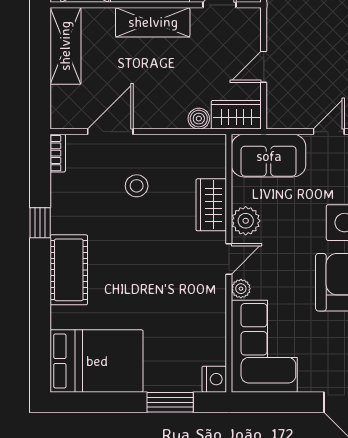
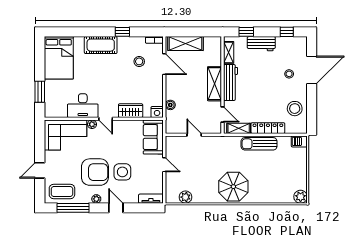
shelving: (65, 46) -> (185, 44), moved
wardrobe: (236, 115) -> (172, 122), removed
stool: (137, 186) -> (139, 61), moved
plant: (246, 221) -> (123, 127), removed
desk: (200, 309) -> (83, 106), added
nightstand: (214, 379) -> (157, 112), moved

